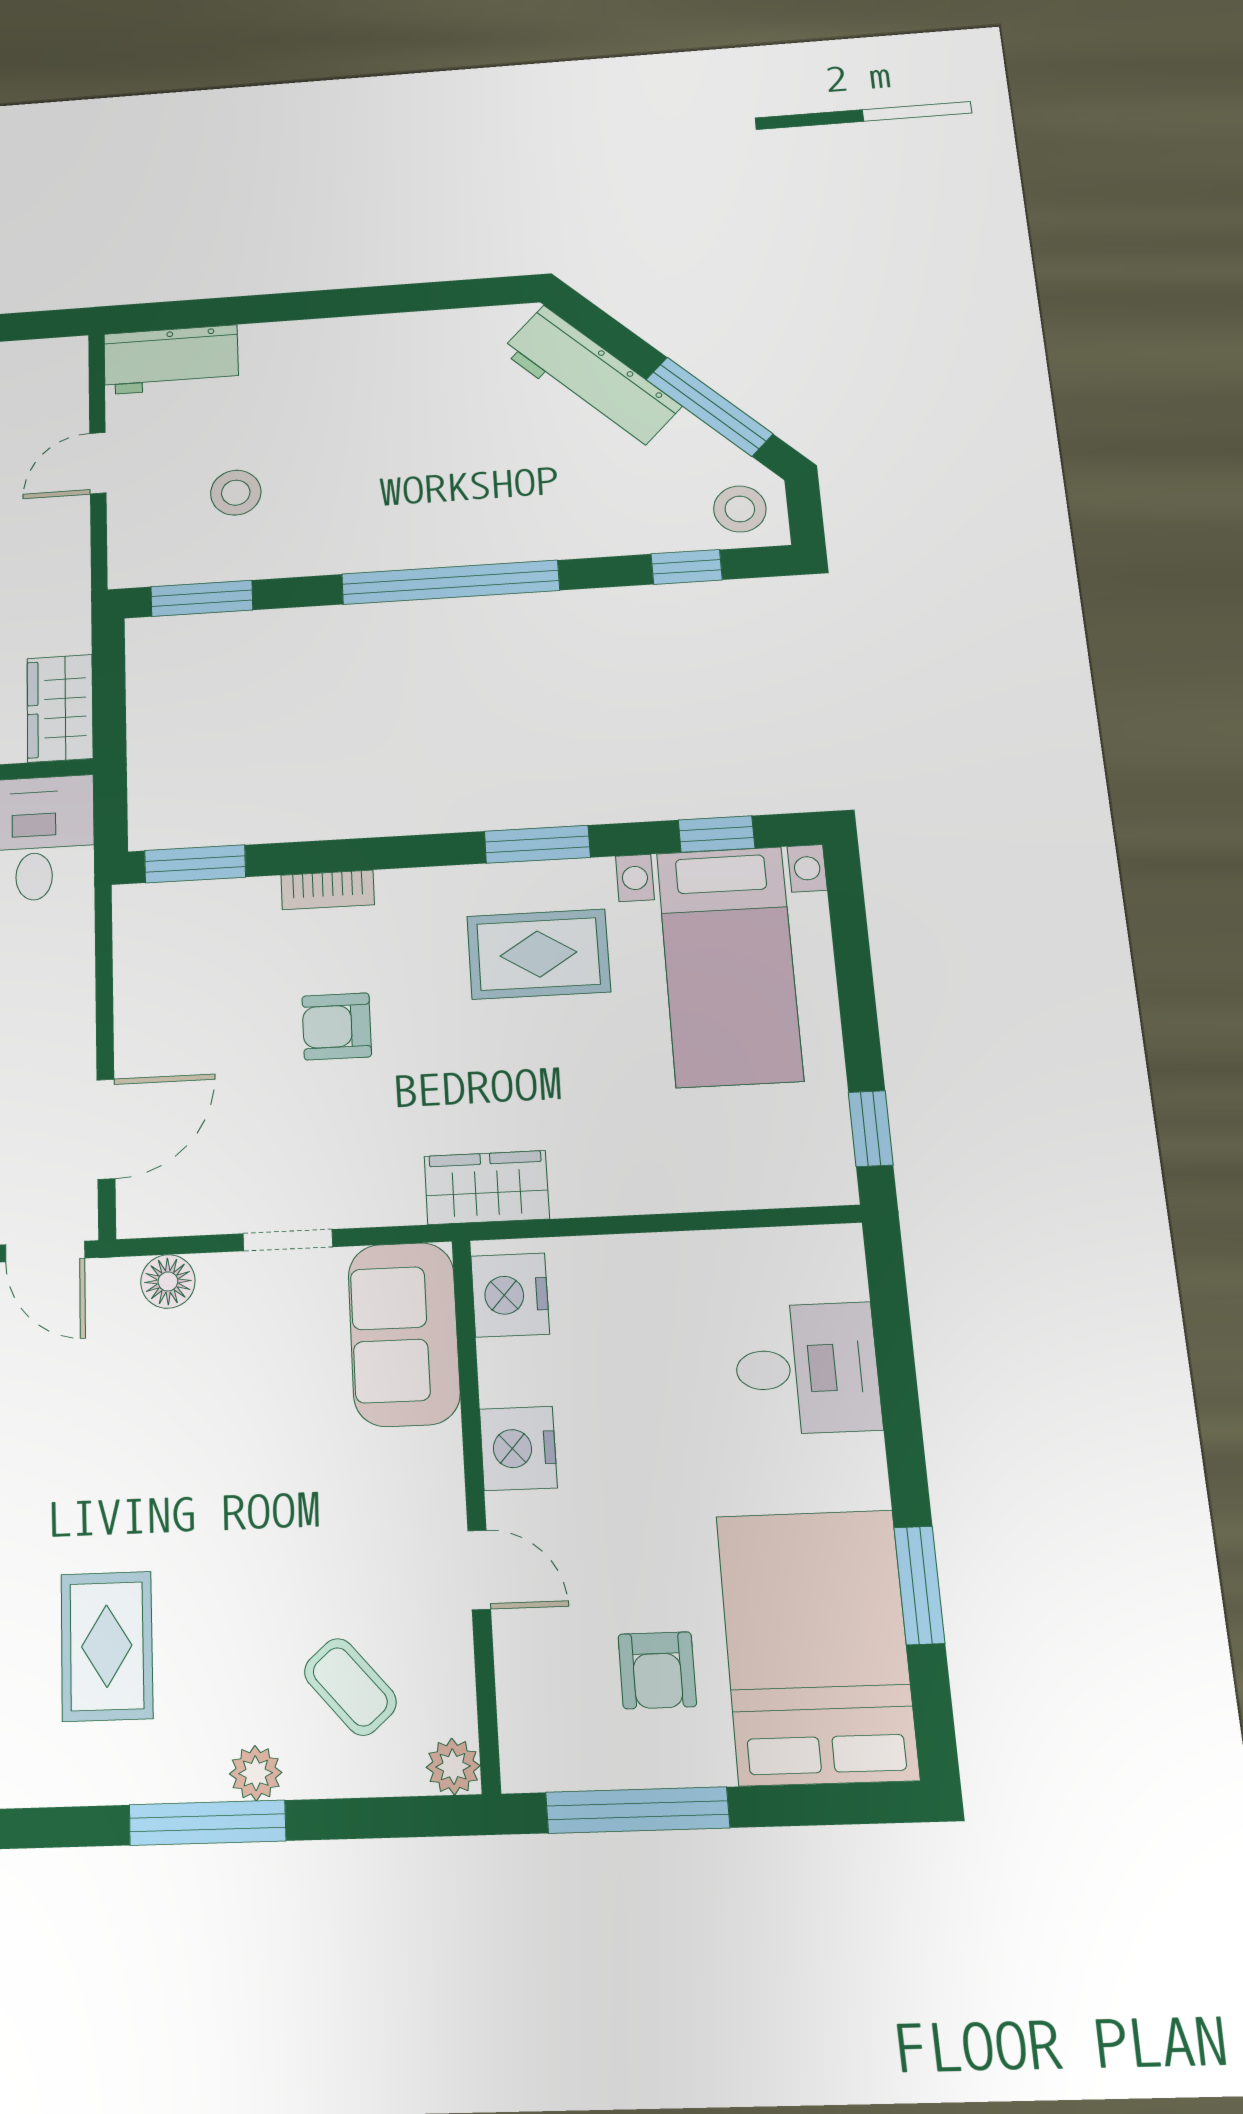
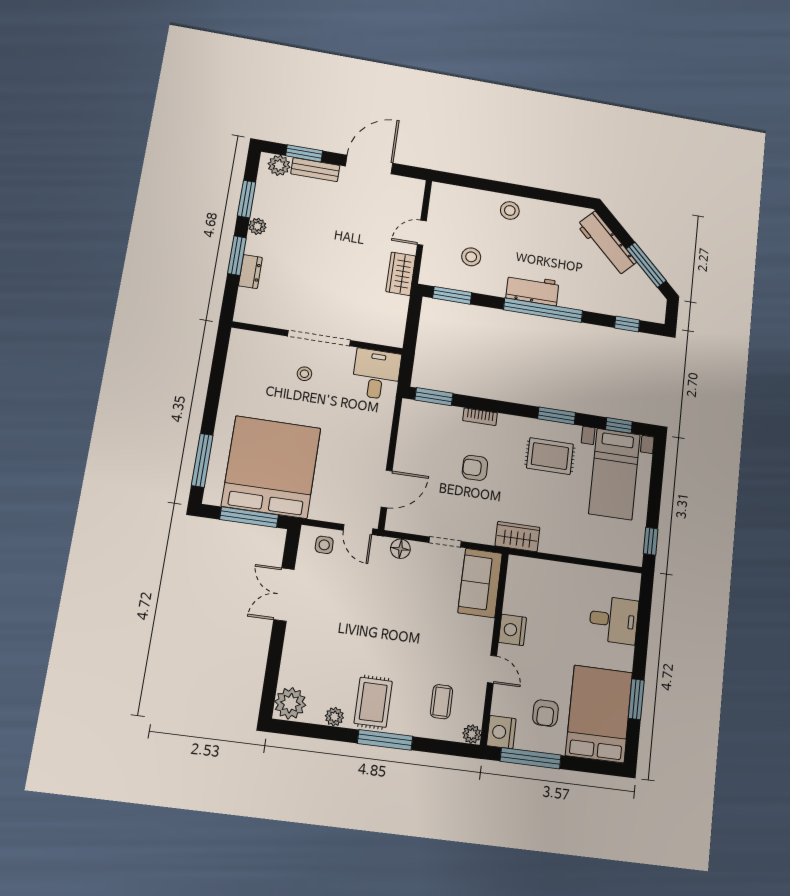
workbench: (171, 360) -> (533, 290), moved, turned 180
stool: (740, 509) -> (510, 210), moved
wardrobe: (60, 708) -> (401, 274), moved
nightstand: (510, 1295) -> (501, 732), moved
rug: (107, 1646) -> (373, 702), moved
coffee table: (350, 1687) -> (441, 702), turned 41
plant: (256, 1773) -> (334, 717), moved

